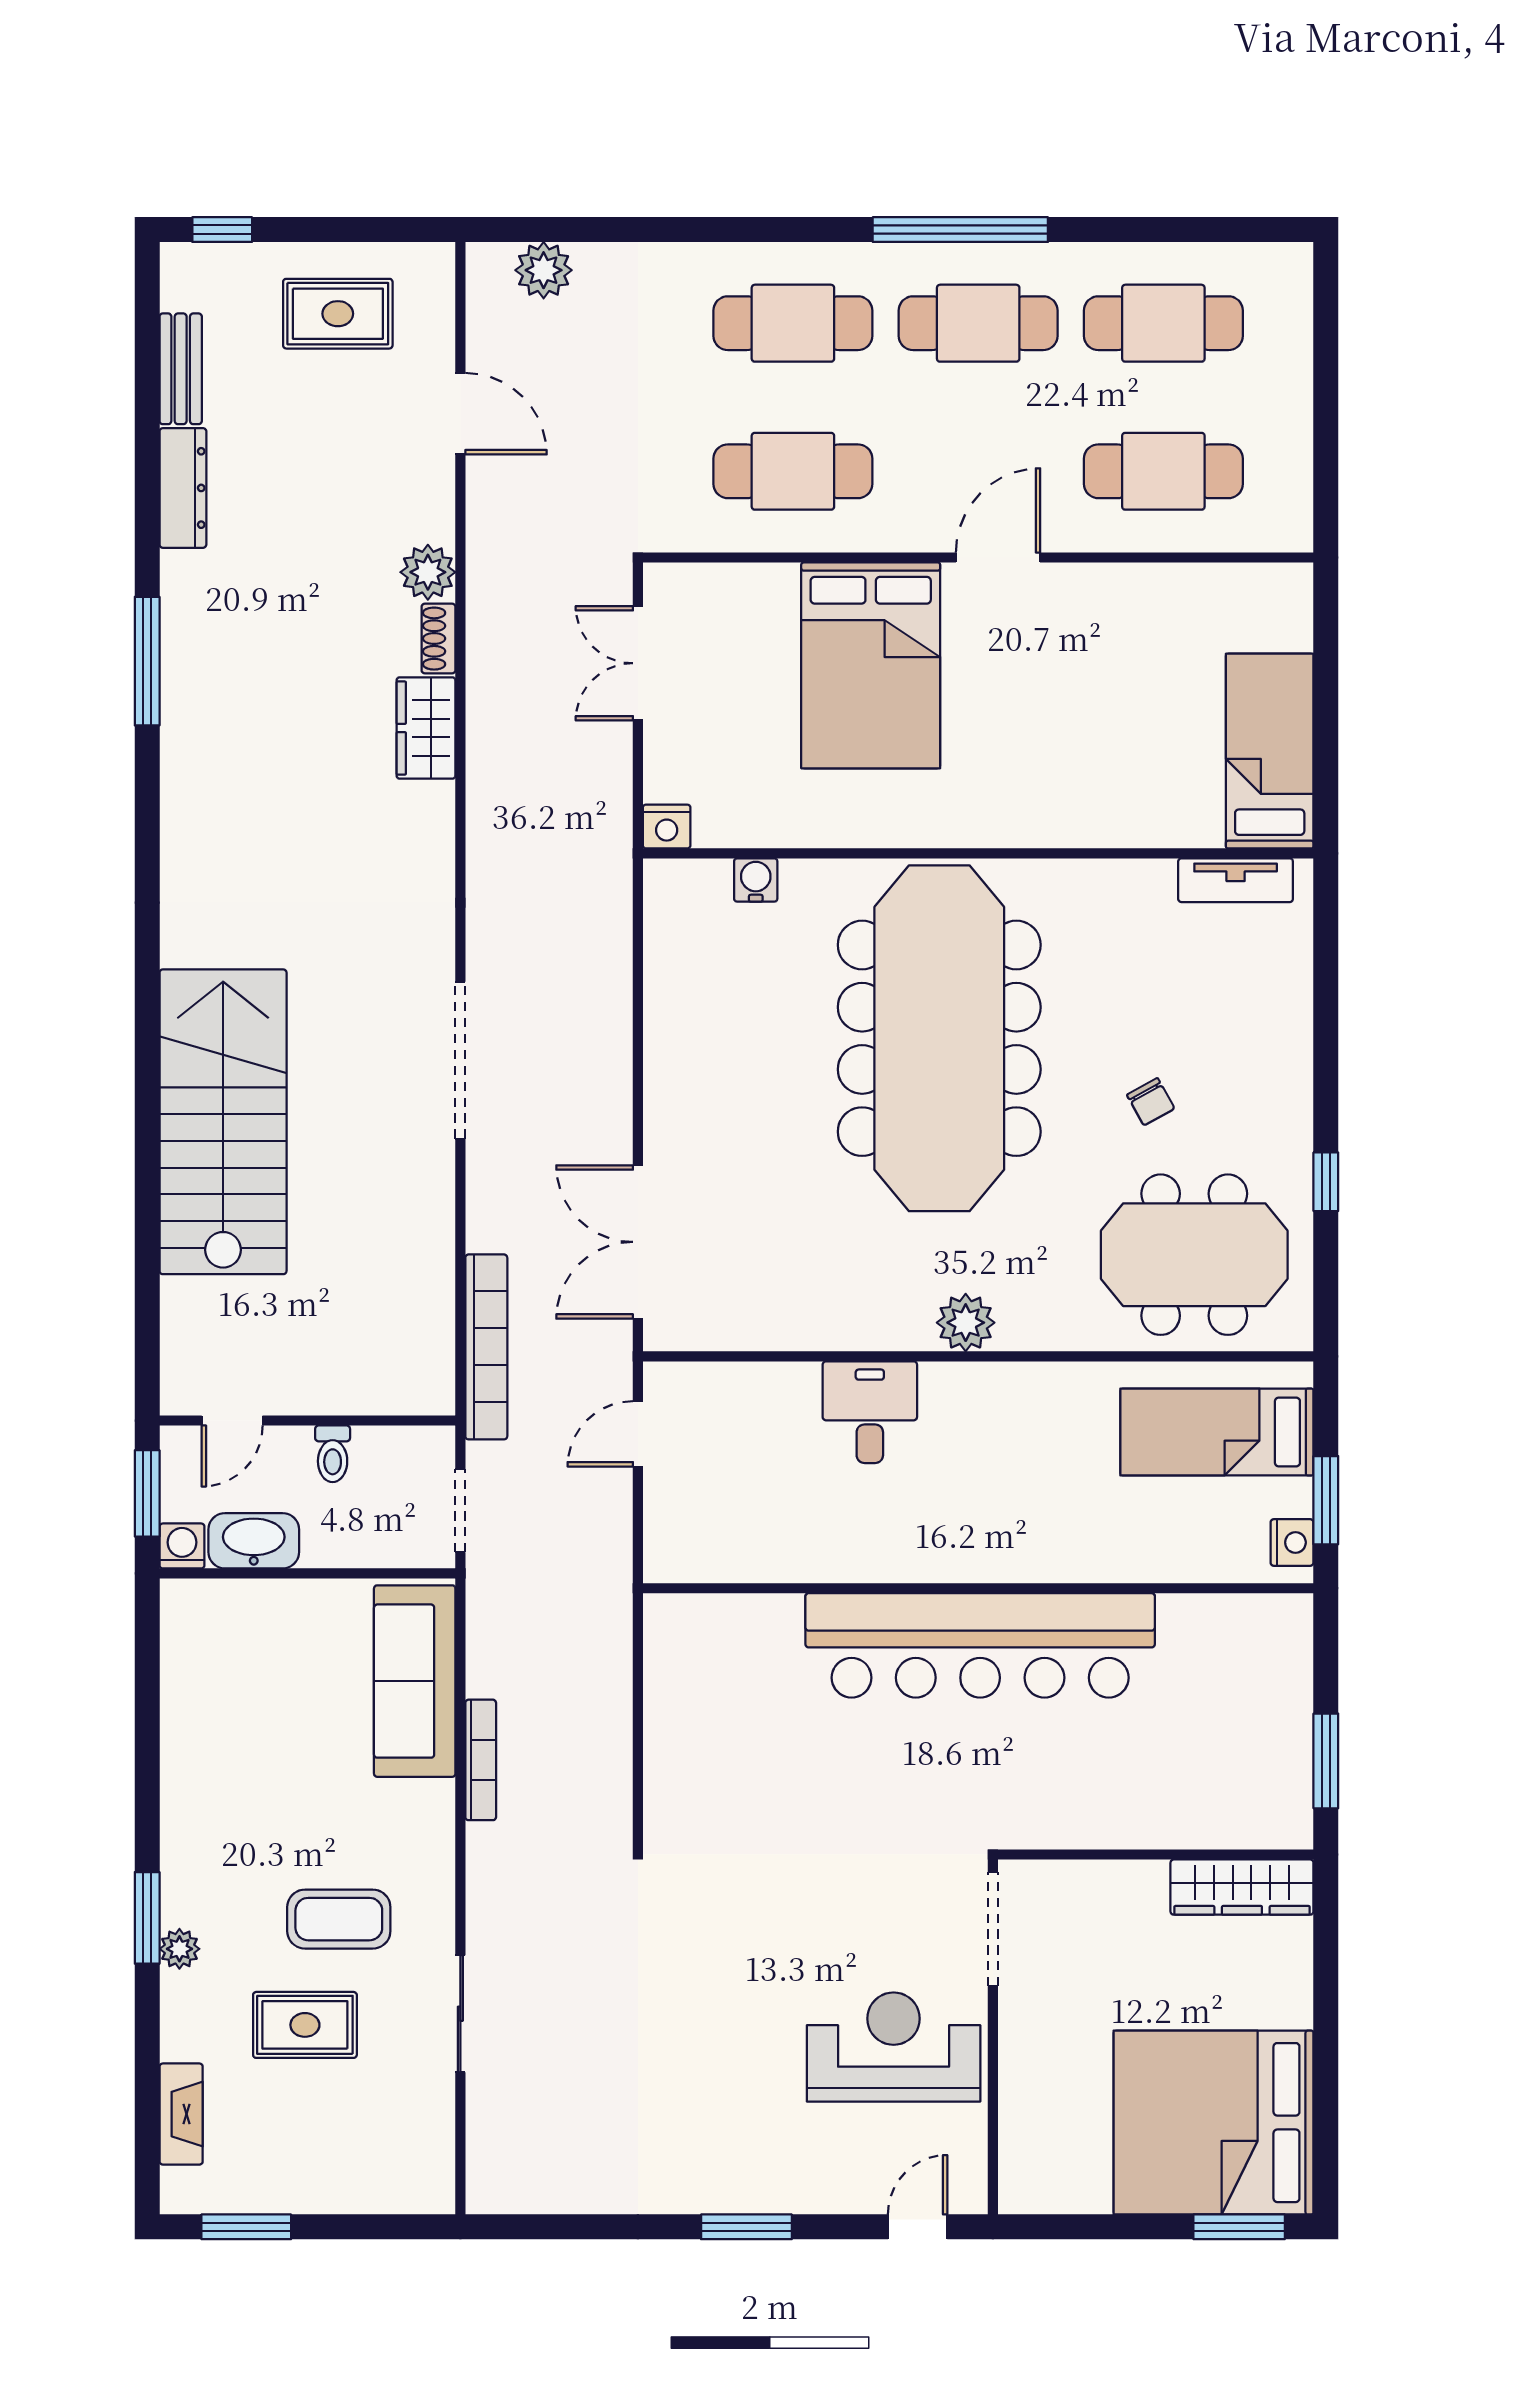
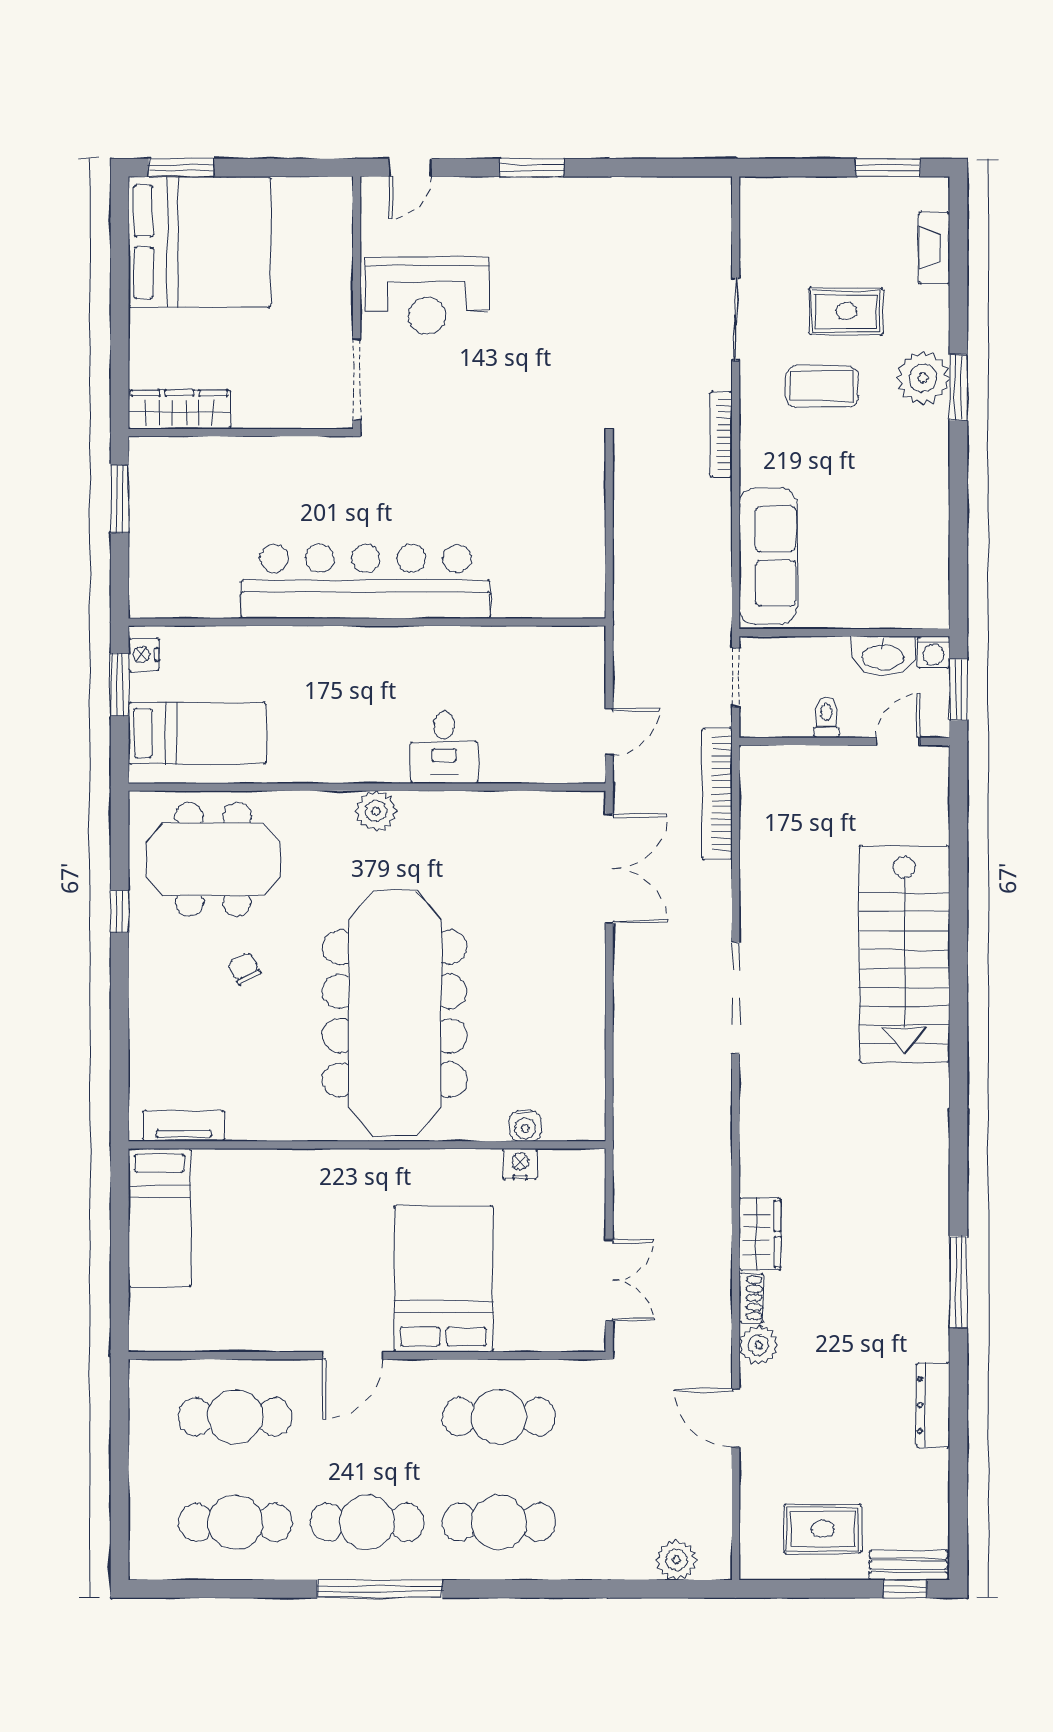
bench: (181, 369) -> (908, 1565), moved, turned 90
door: (460, 414) -> (736, 1418), moved
nightstand: (667, 827) -> (520, 1164), moved
bookcase: (481, 1760) -> (721, 434), moved
plant: (179, 1949) -> (923, 378), width x1.88, depth x1.88

